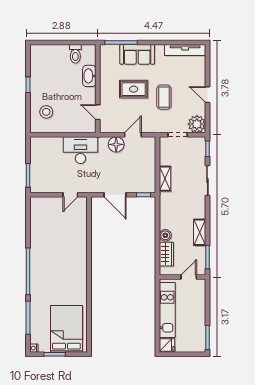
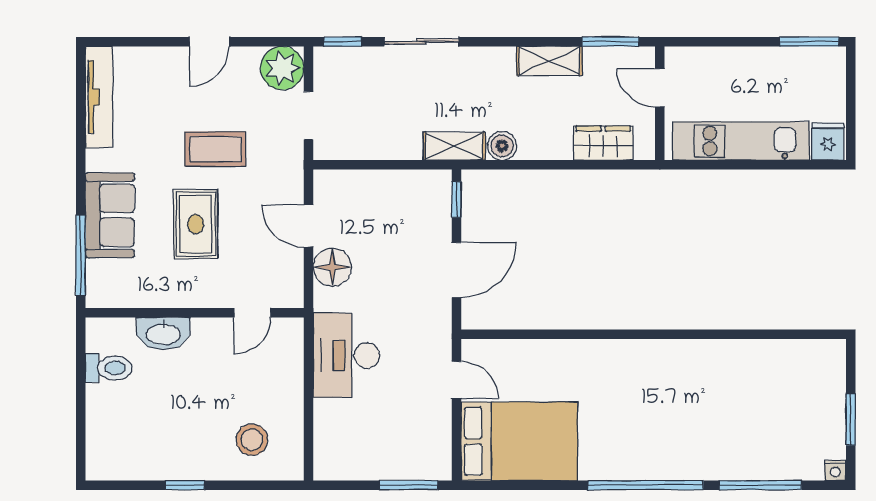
shelving: (165, 179) -> (454, 146), moved
boiler: (165, 235) -> (502, 146), moved
bed: (66, 329) -> (519, 441), moved, turned 180

